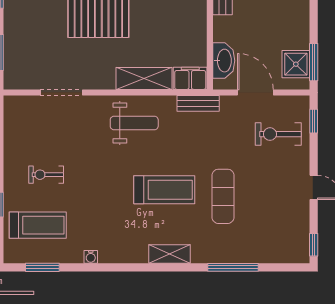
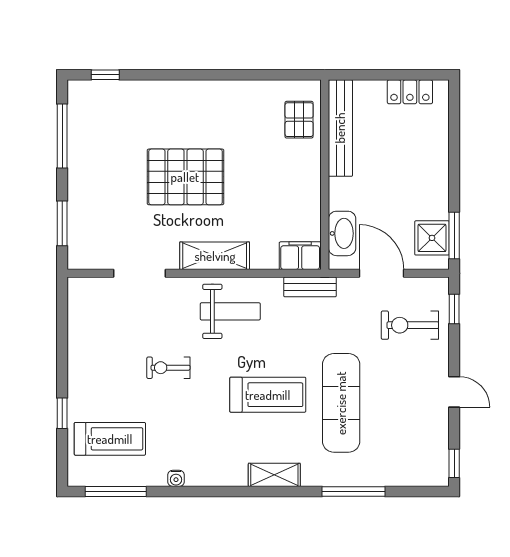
shelving: (144, 78) -> (215, 256), moved
exercise bike: (46, 175) -> (168, 368), moved
exercise mat: (223, 196) -> (341, 403), width x1.36, depth x1.45
window: (42, 267) -> (116, 491), width x1.44

